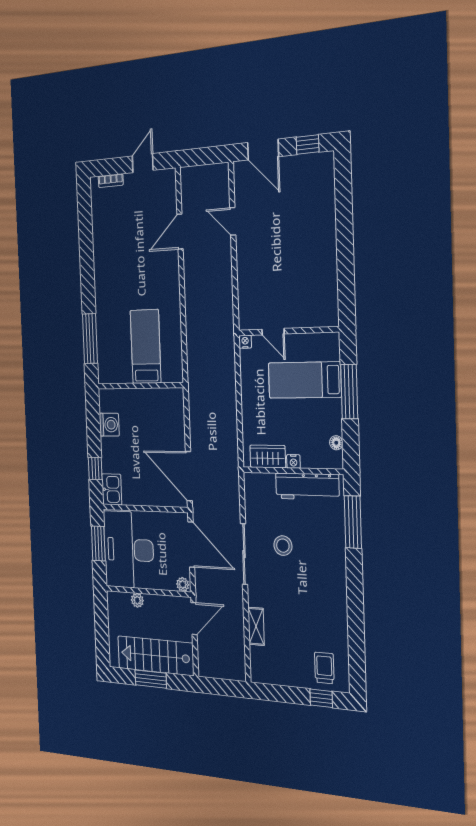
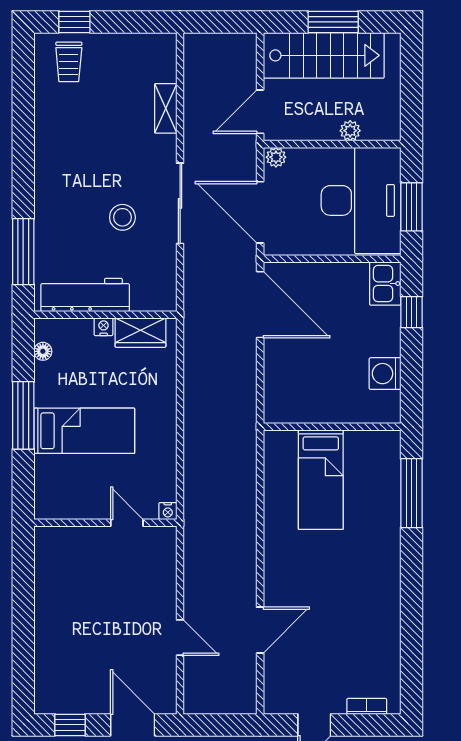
wall: (288, 331) -> (105, 523), moved
door: (273, 332) -> (127, 523), moved
nightstand: (245, 342) -> (168, 511), moved

